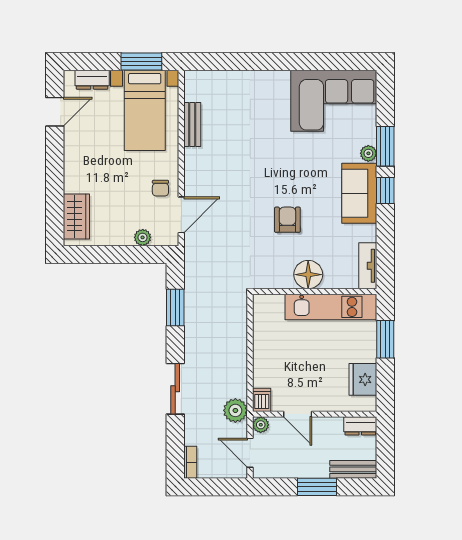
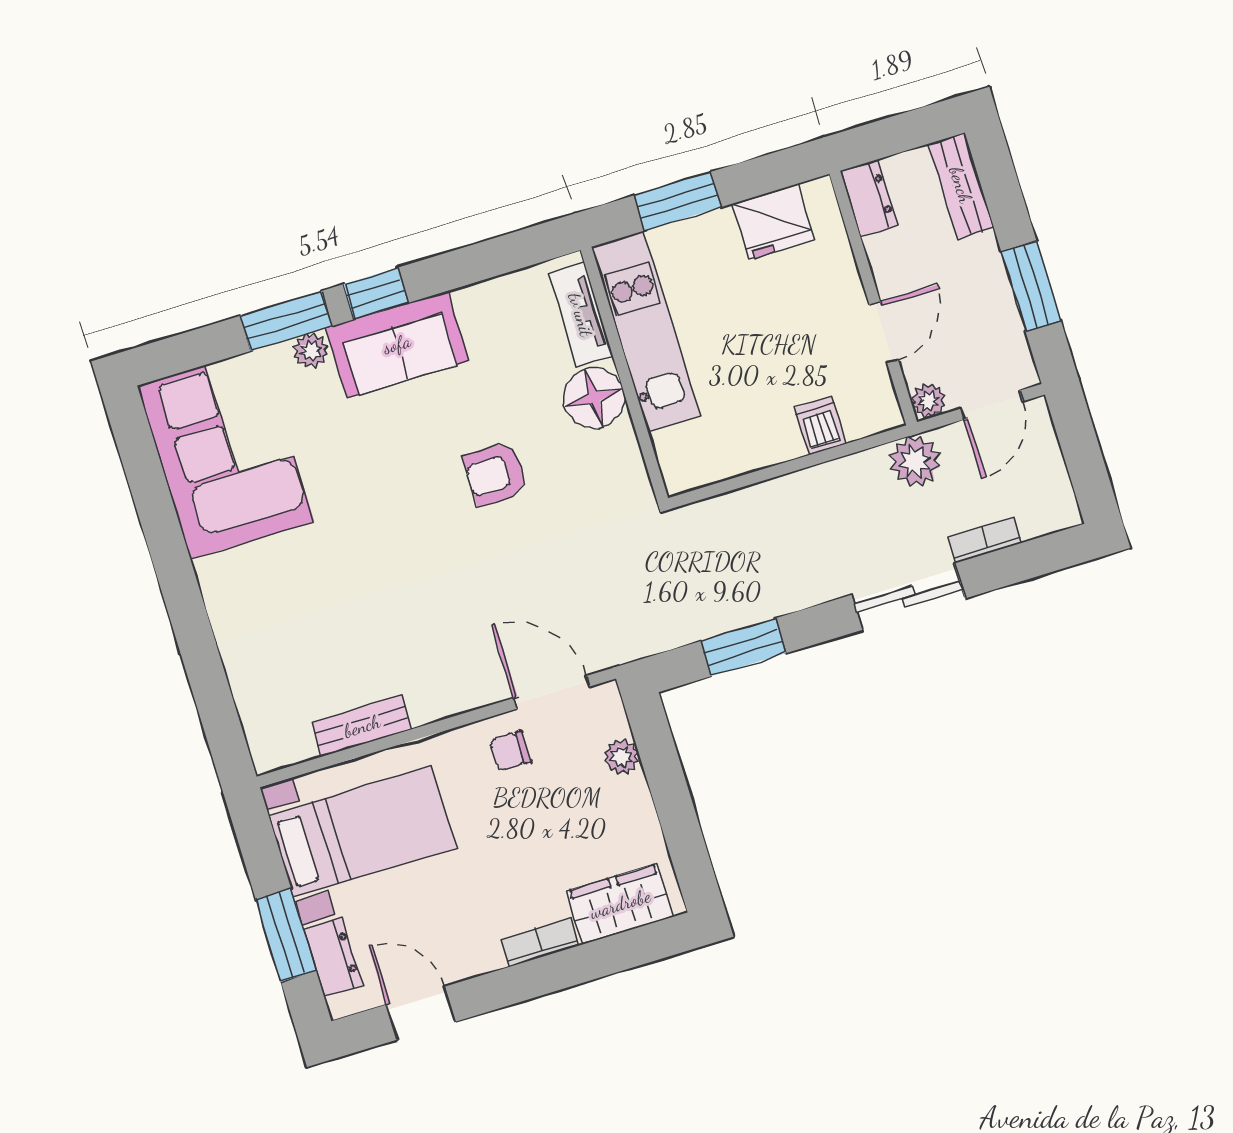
window: (141, 62) -> (286, 935), moved
bookcase: (70, 175) -> (540, 942), added
chair: (160, 188) -> (510, 751), turned 180
tv unit: (368, 266) -> (581, 315), moved, turned 90
dishwasher: (262, 400) -> (820, 426), moved, turned 90
bookcase: (190, 462) -> (985, 540), moved
window: (317, 487) -> (1031, 286), moved

